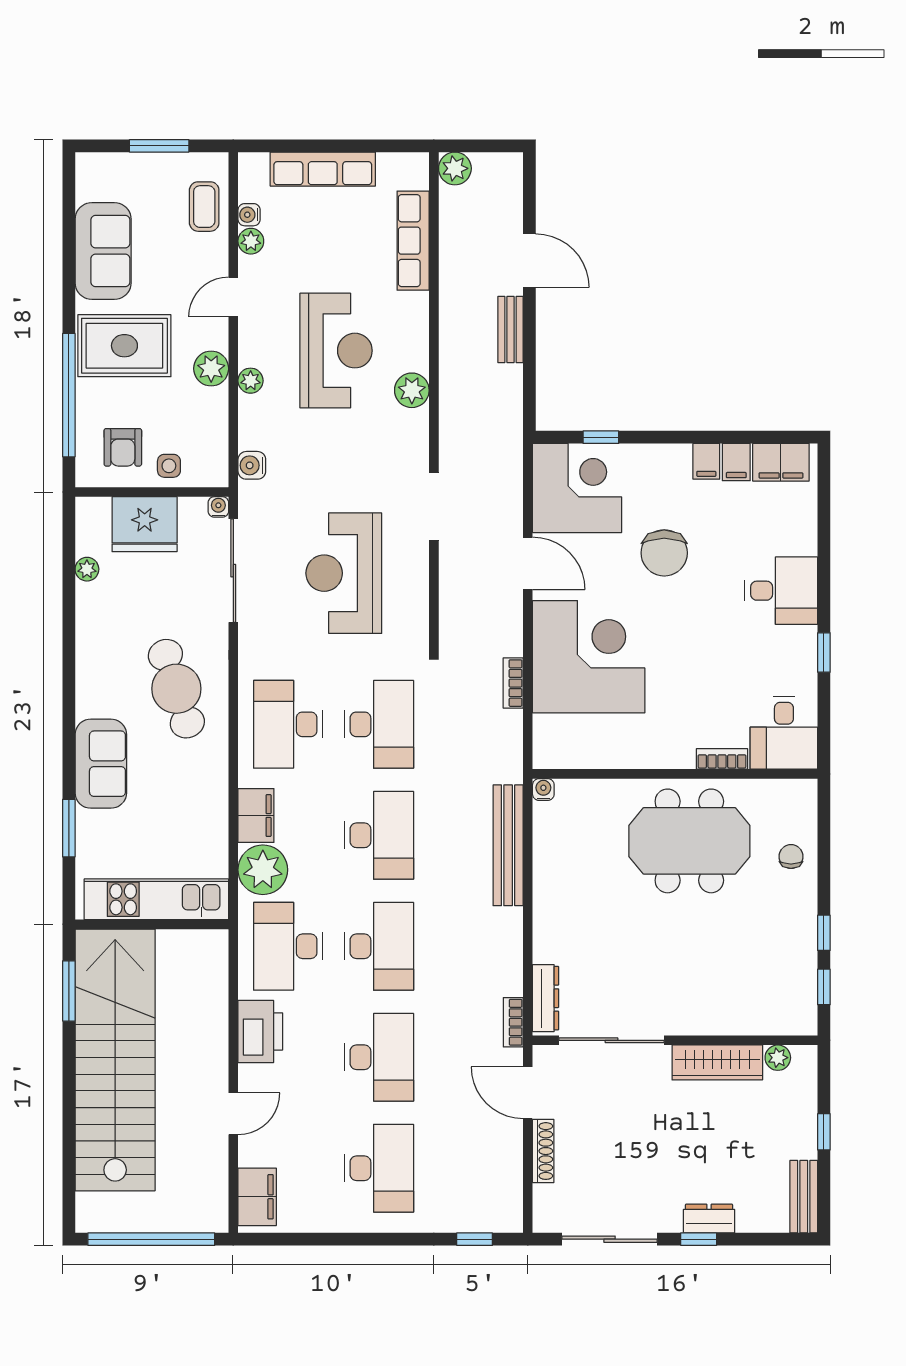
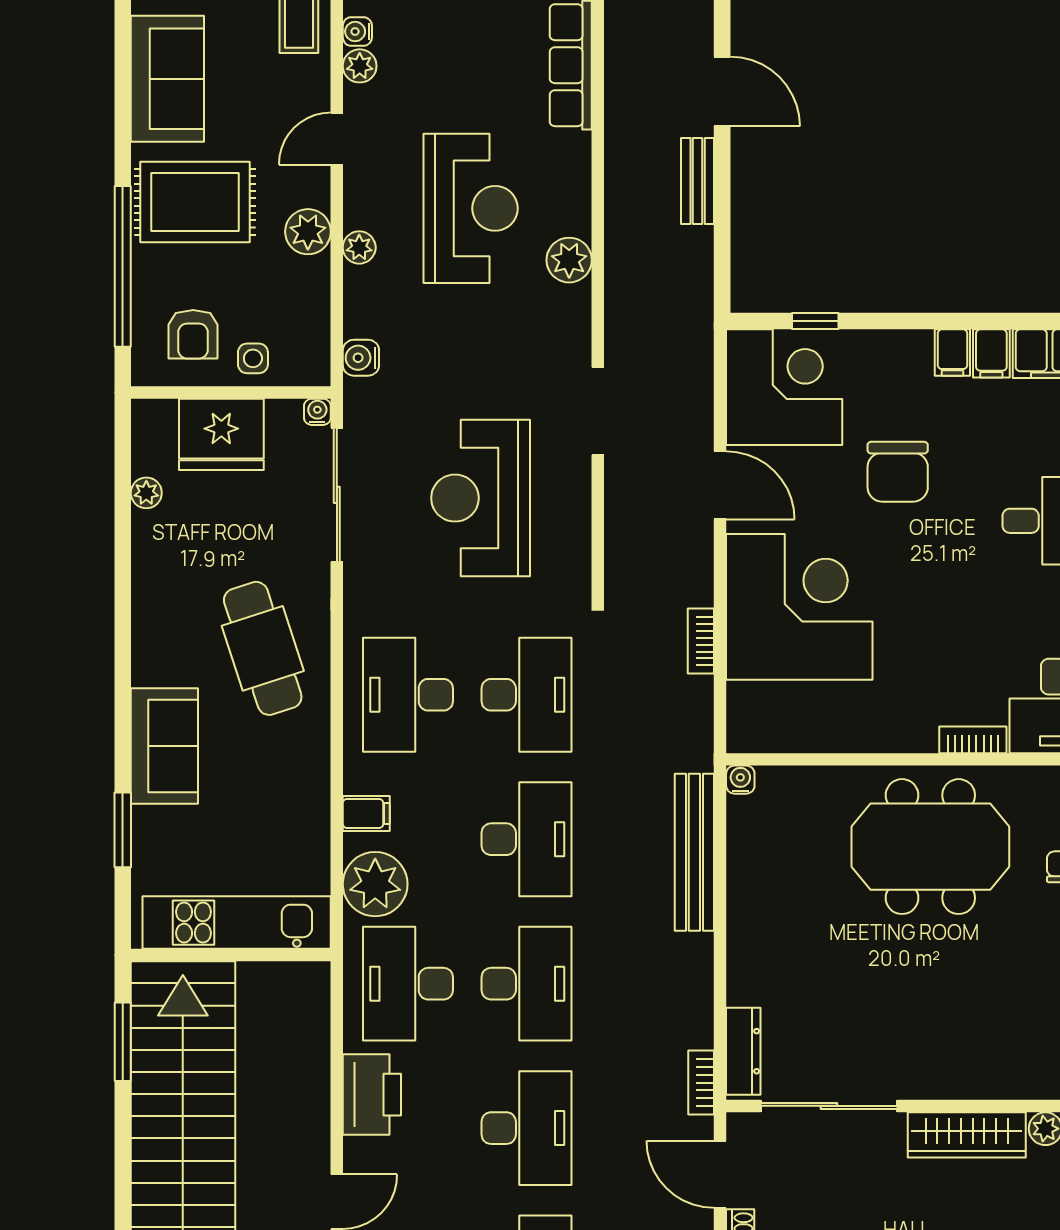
filing cabinet: (256, 816) -> (366, 813), width x0.50

